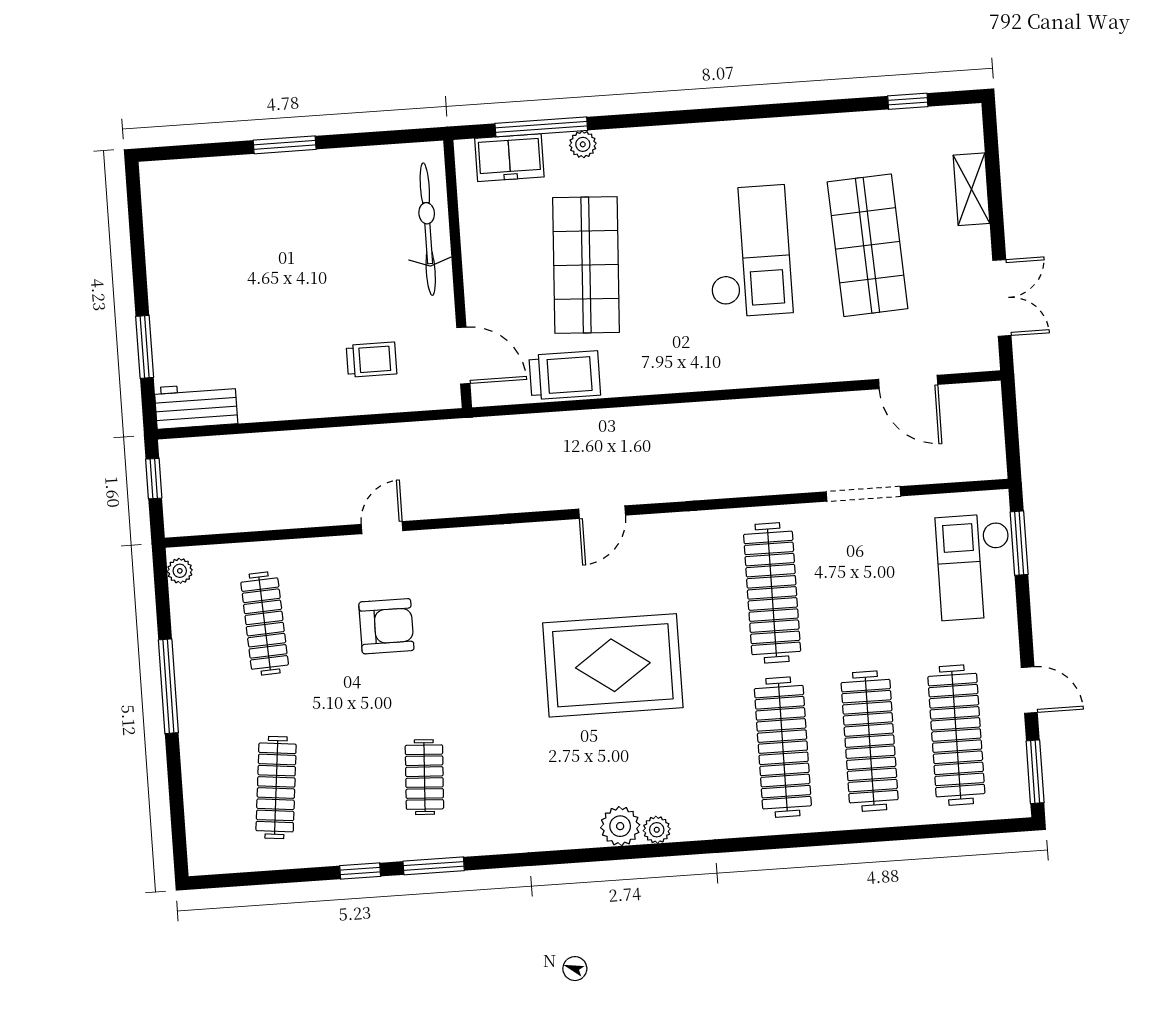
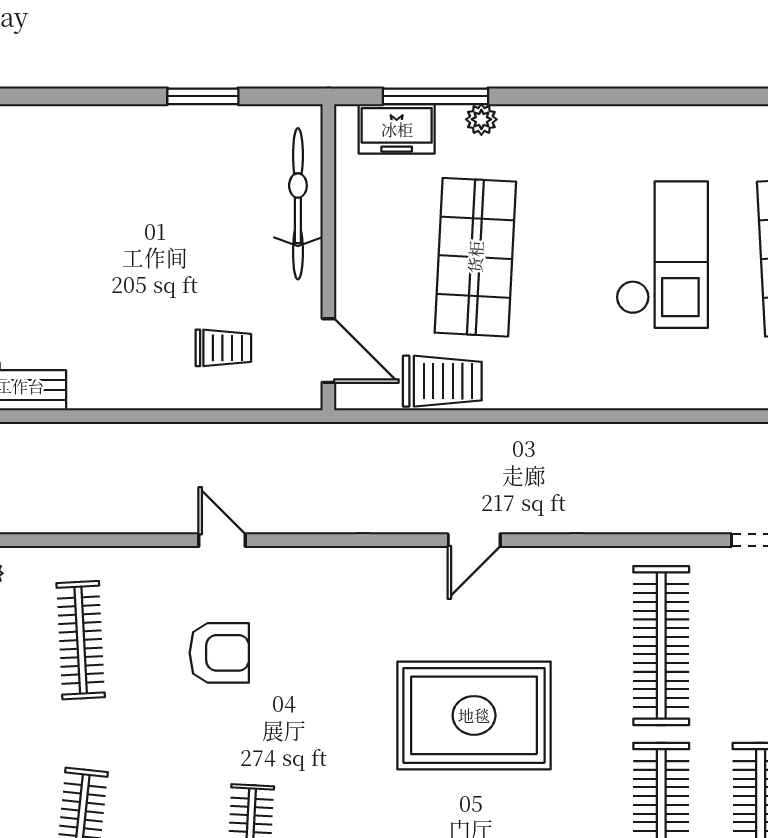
window: (285, 145) -> (203, 96), moved
door: (382, 528) -> (222, 540), hinge flipped

